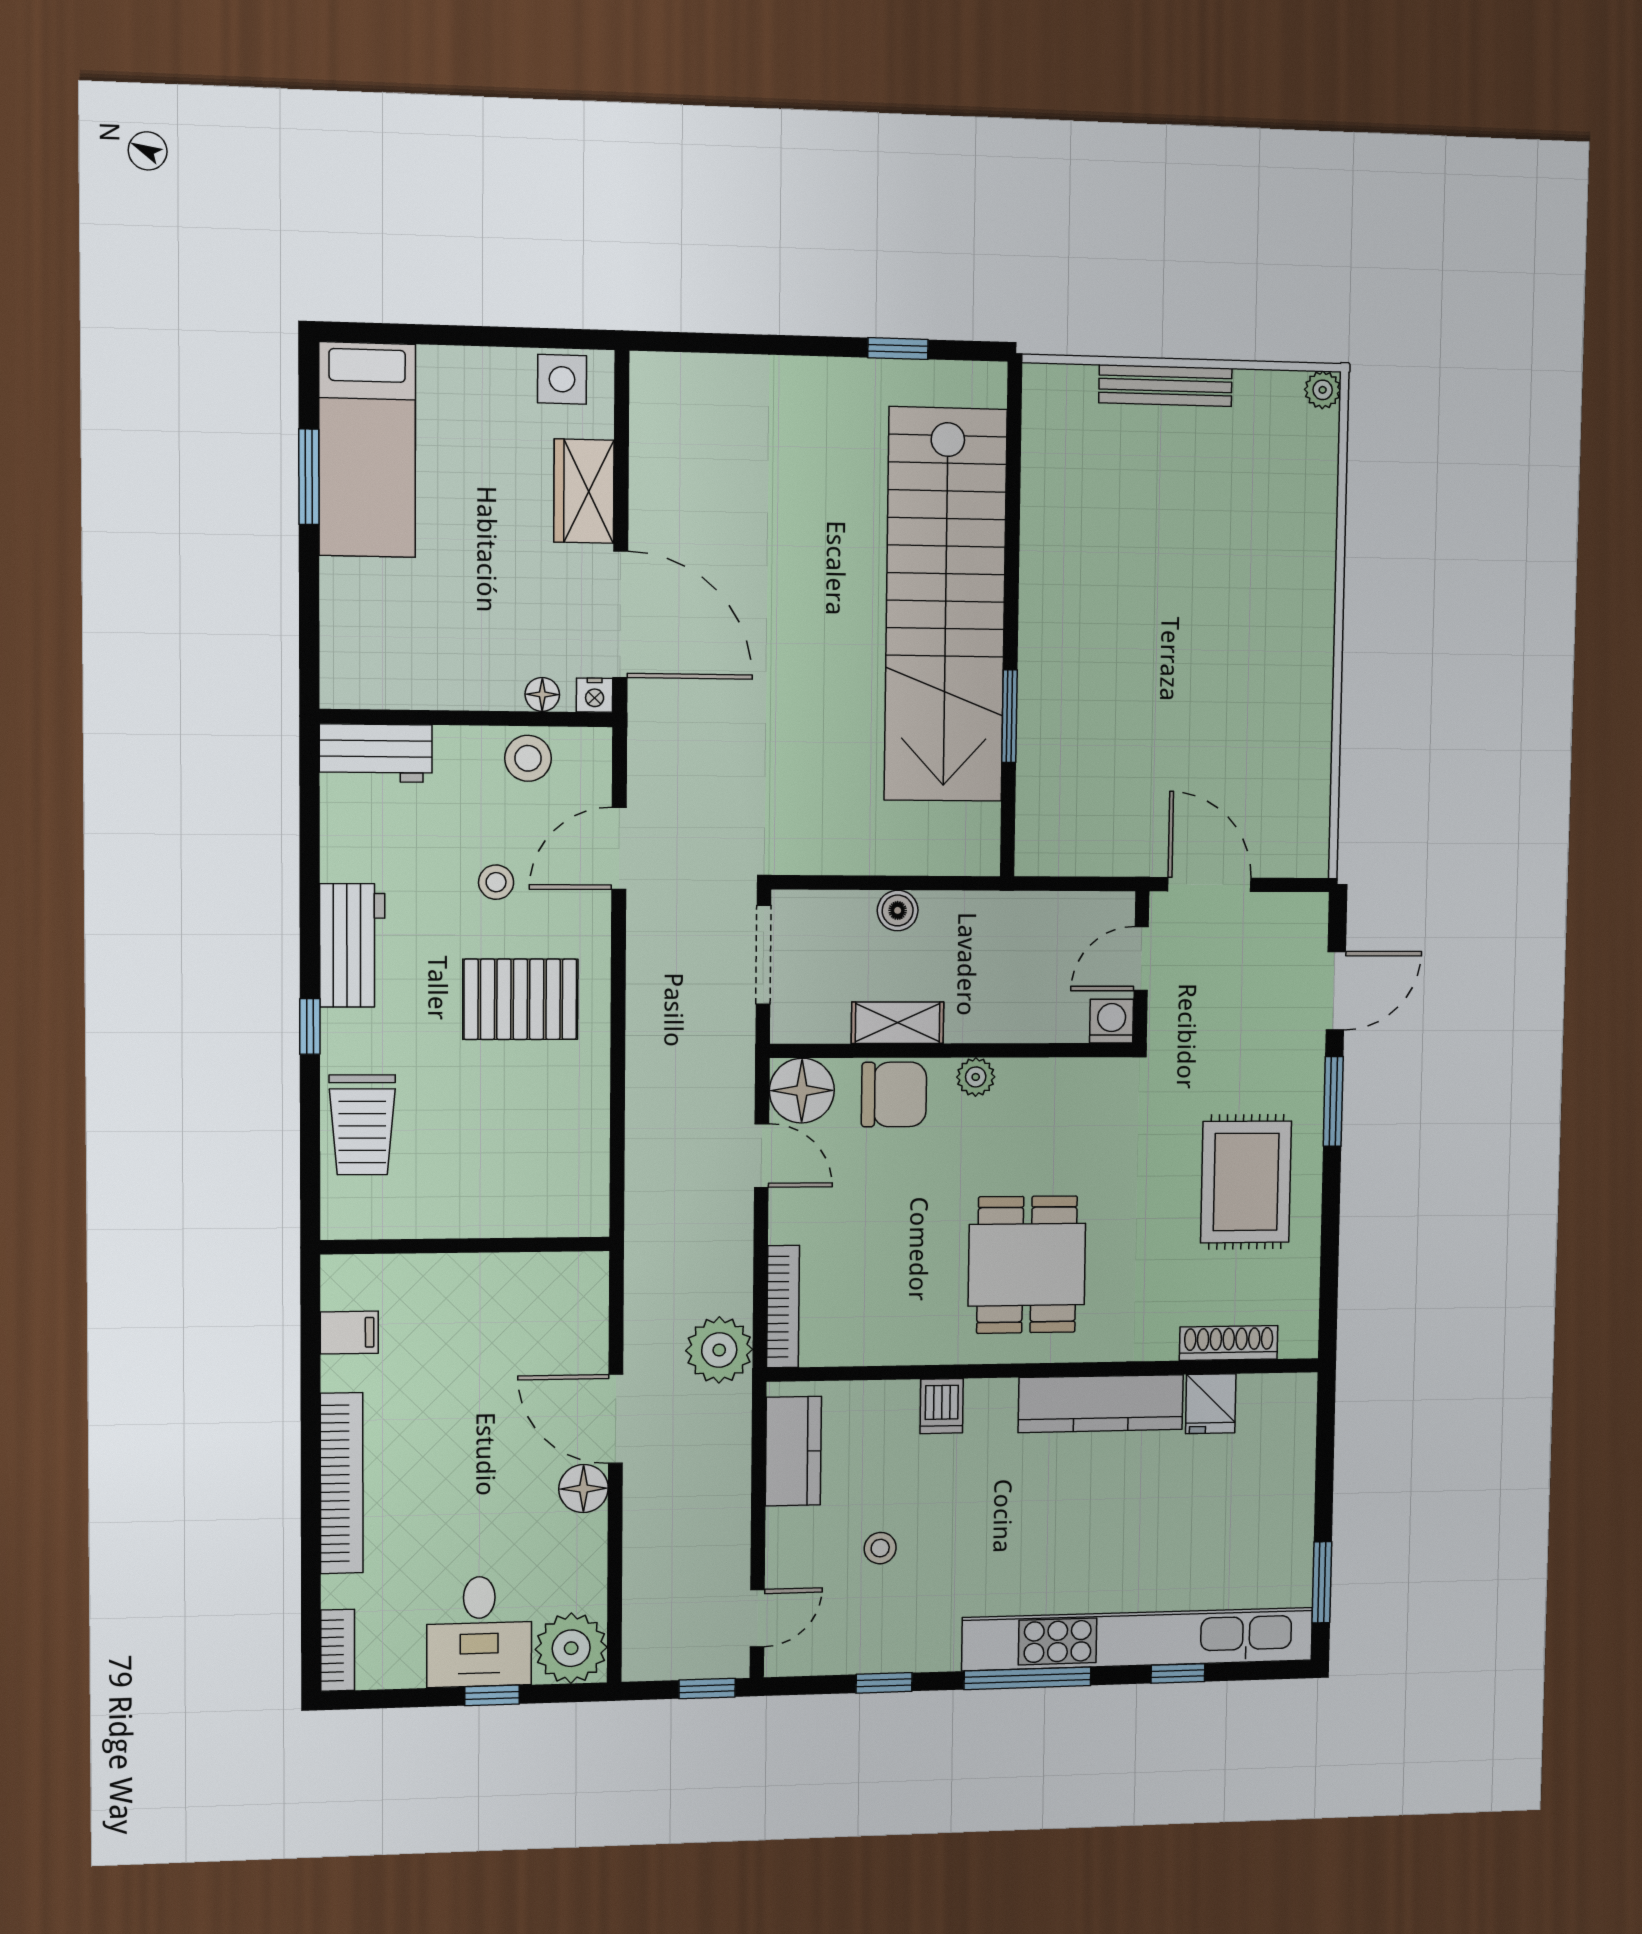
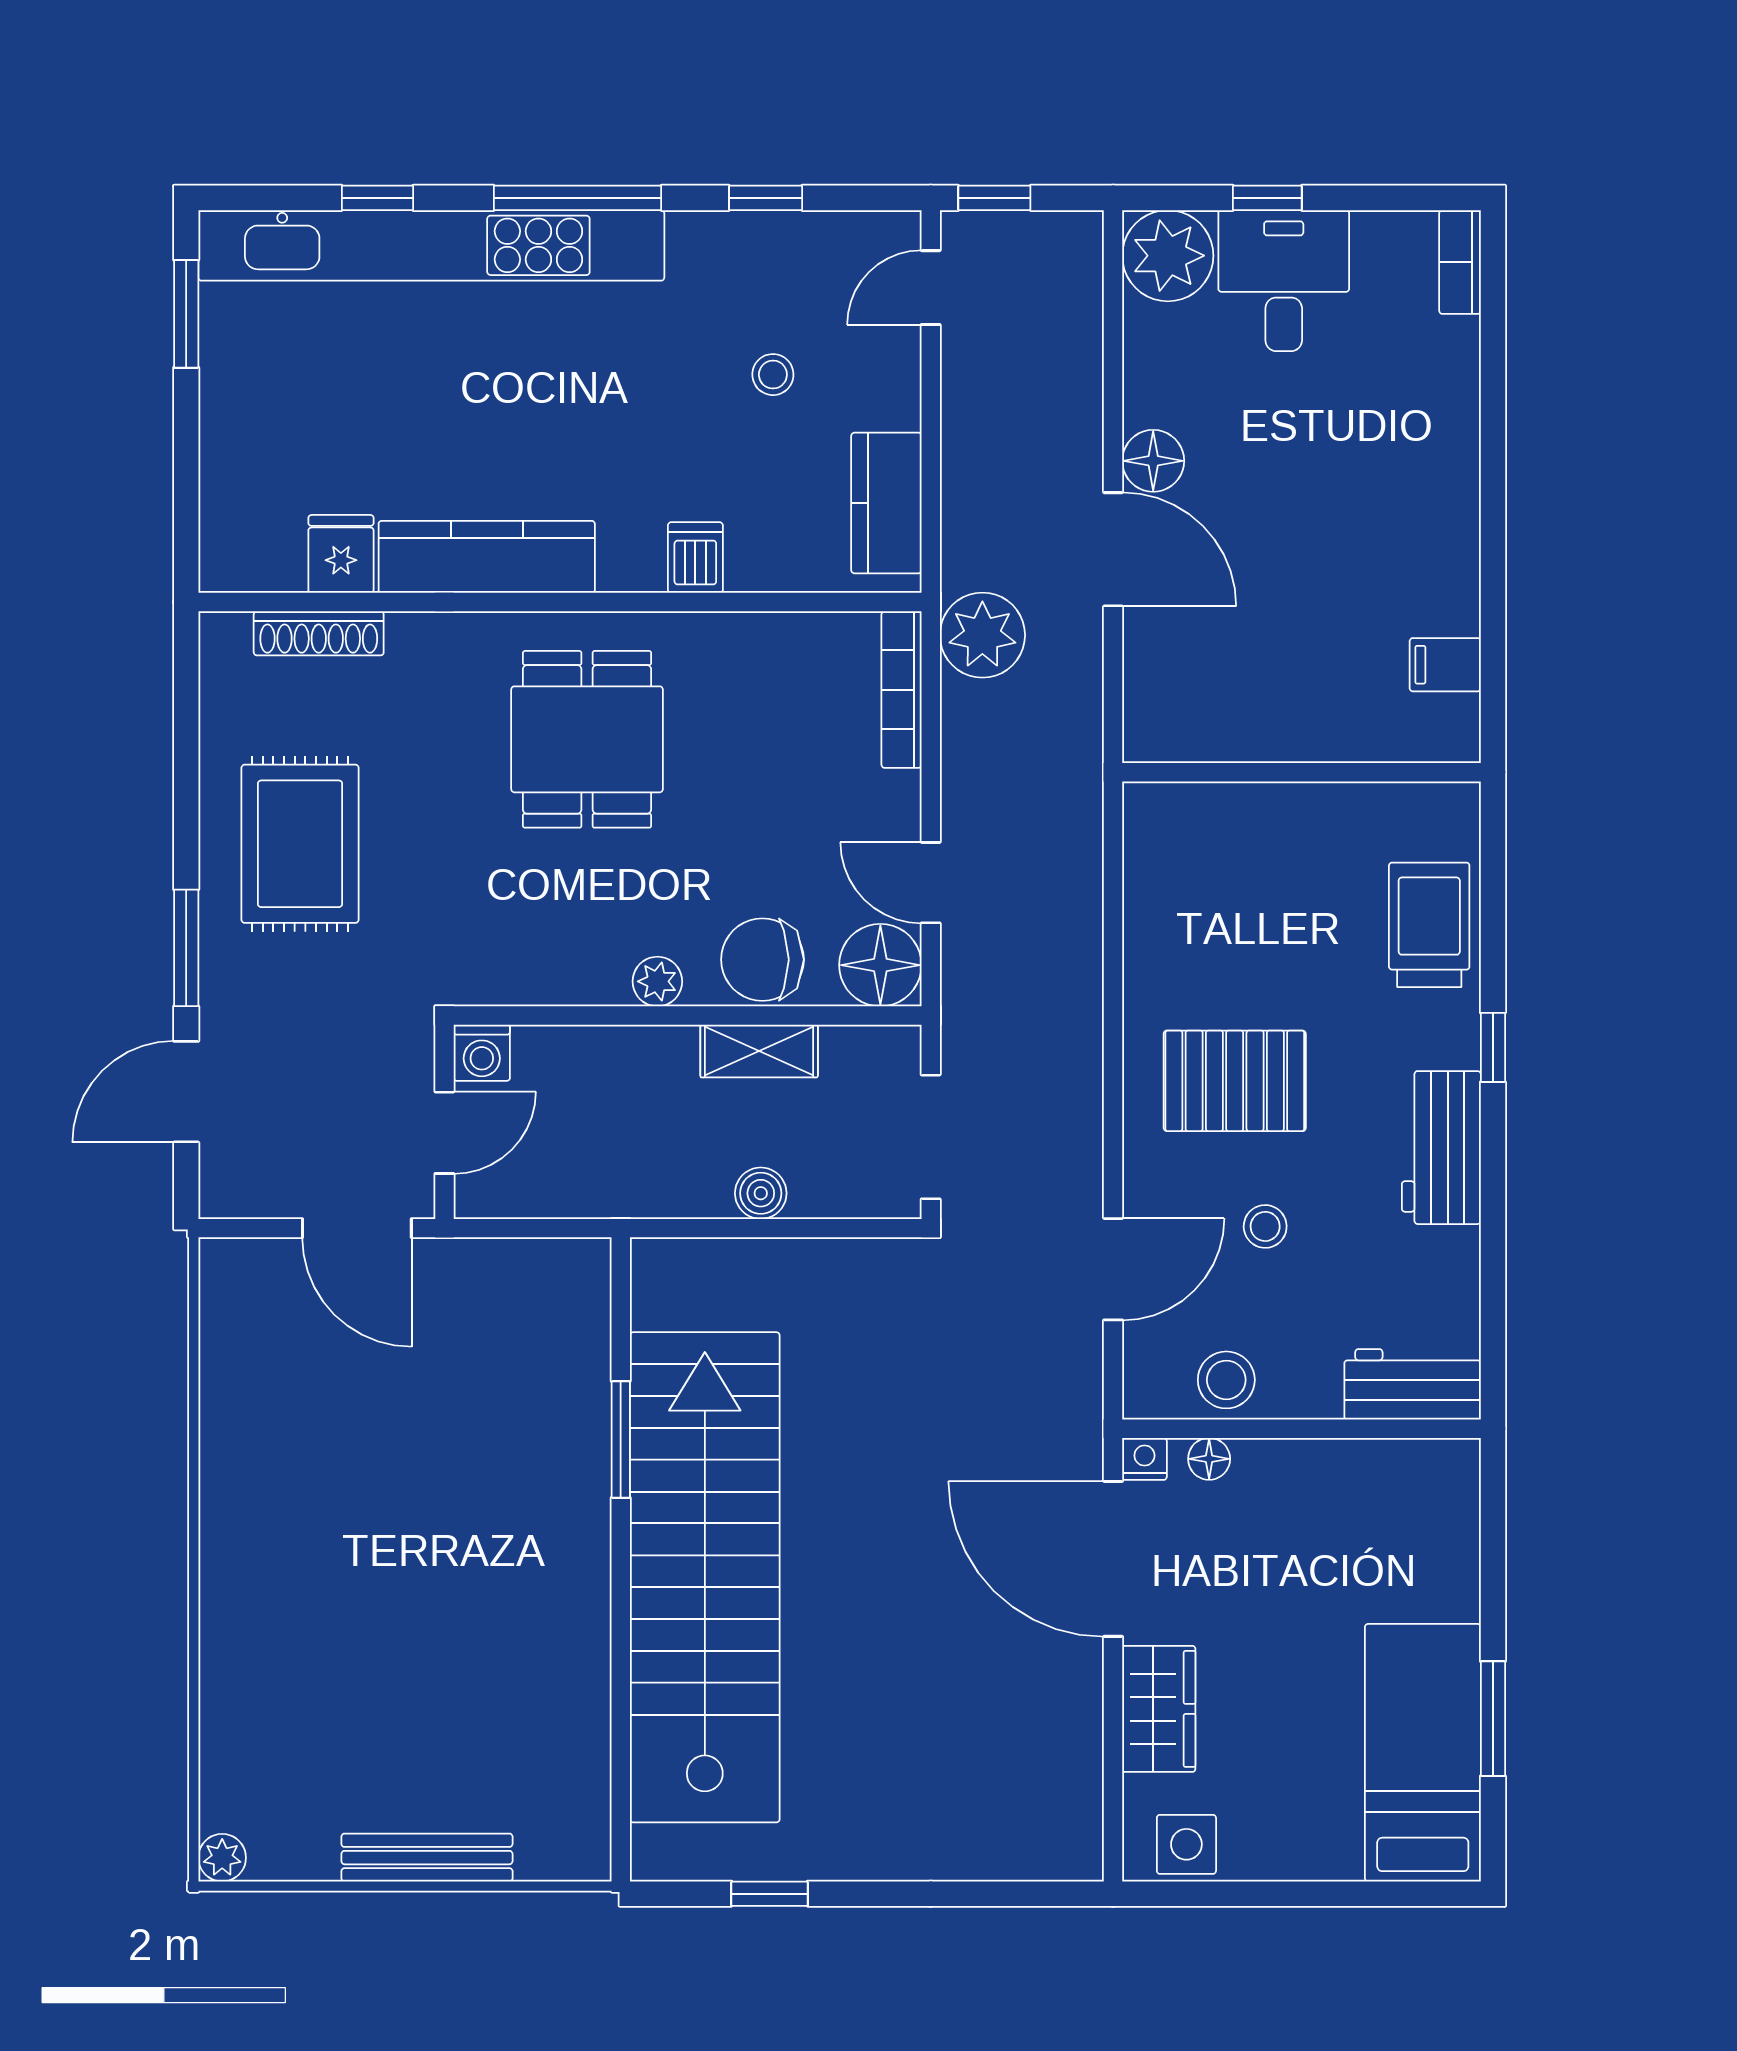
bookcase: (342, 1483) -> (1455, 475), removed

